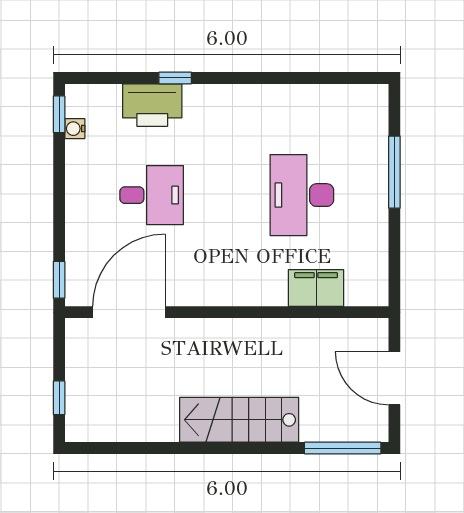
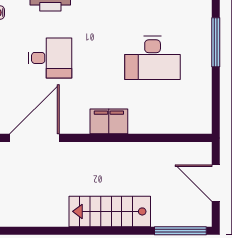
desk: (302, 195) -> (153, 58), turned -90
filing cabinet: (316, 288) -> (109, 121), moved

